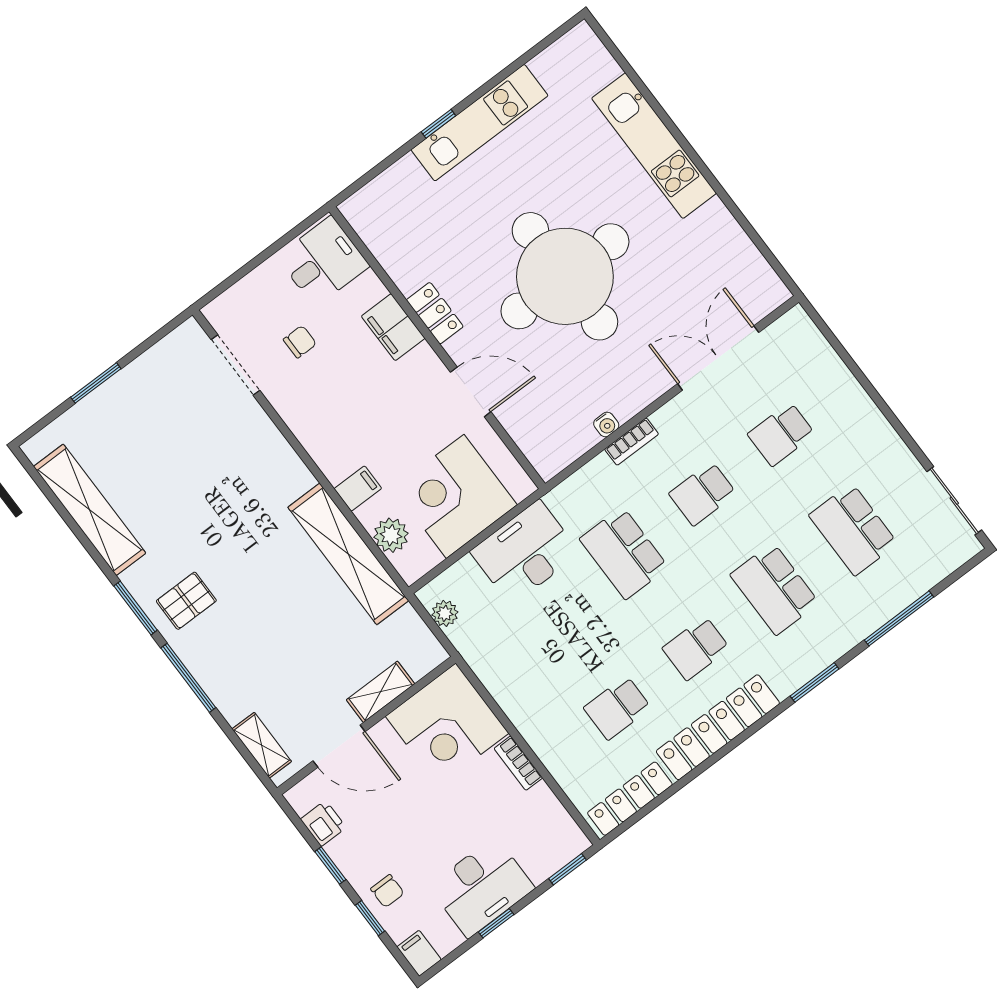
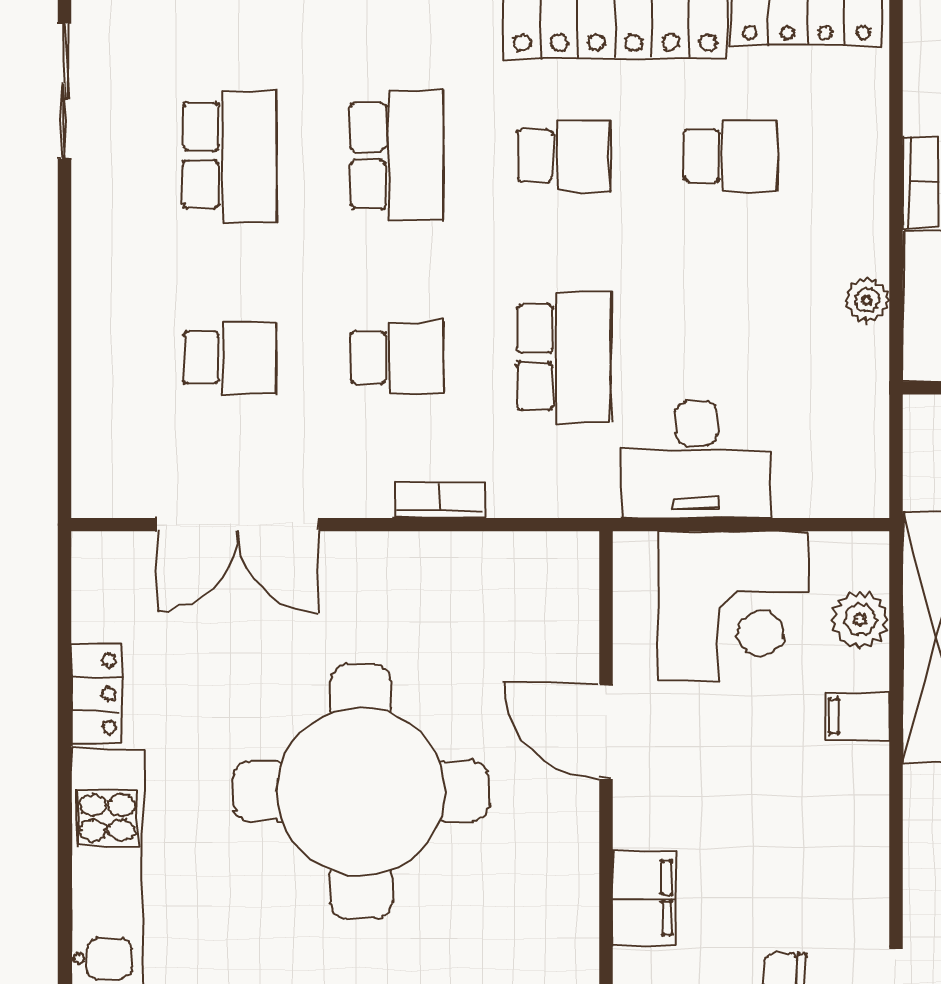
locker: (435, 313) -> (96, 694), moved, turned 180
water cooler: (606, 424) -> (456, 549), removed
plant: (445, 613) -> (867, 300), moved

